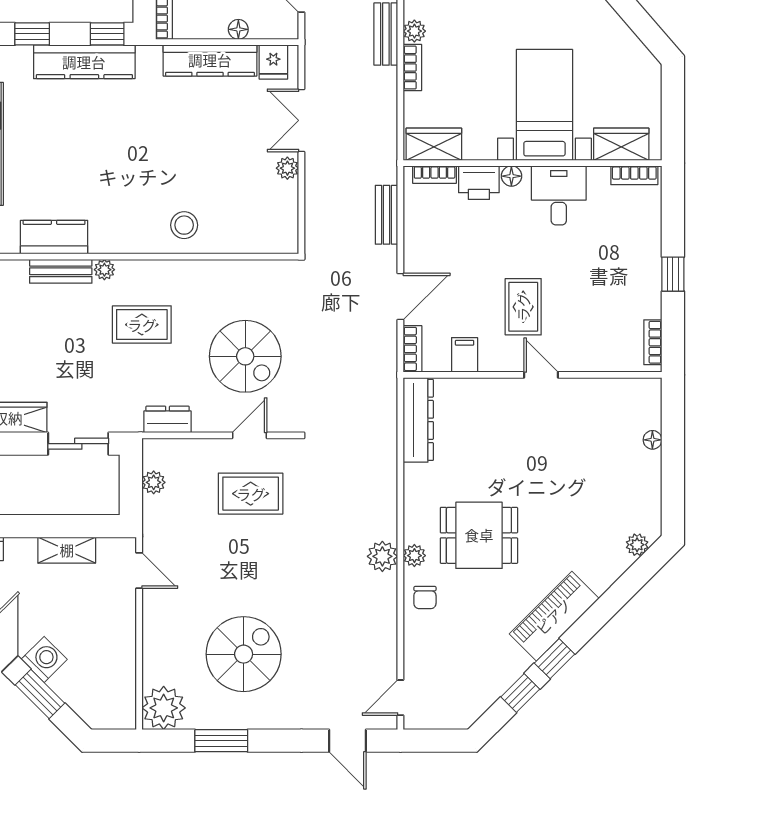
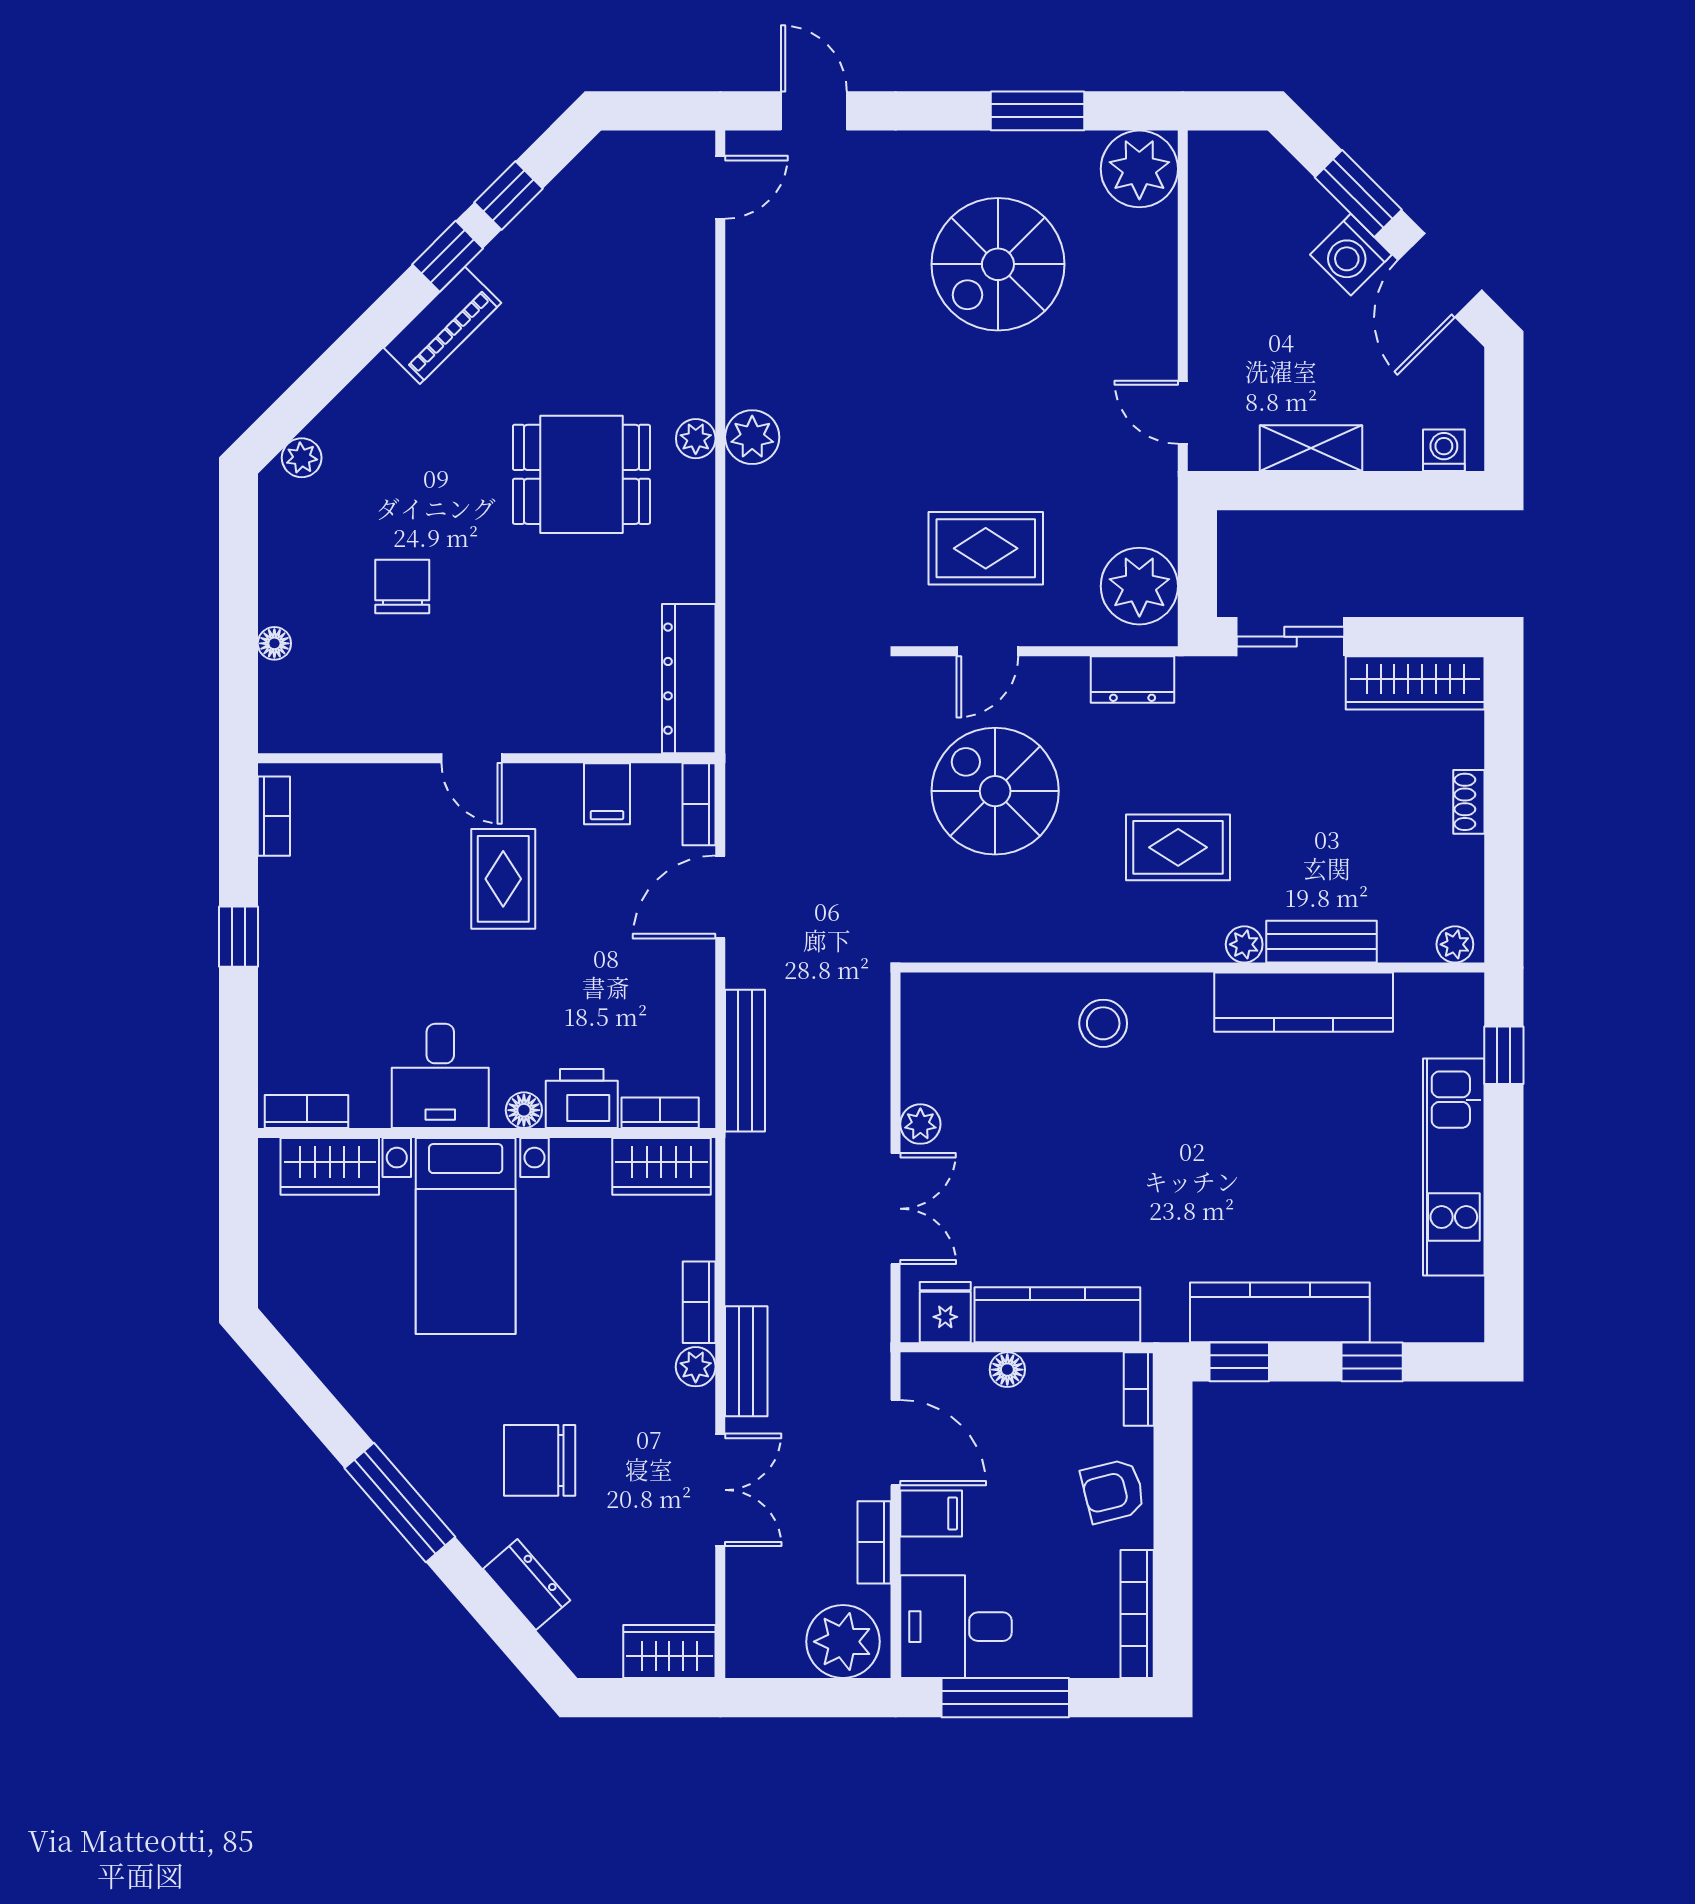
bench: (387, 215) -> (745, 1061), width x1.36
kitchen counter: (54, 237) -> (1304, 1002), width x1.50
plant: (154, 482) -> (1139, 586), width x1.87, depth x1.87
chair: (425, 598) -> (402, 586), moved, width x1.37, depth x1.37
piano: (554, 616) -> (442, 325), width x0.73, depth x0.75

